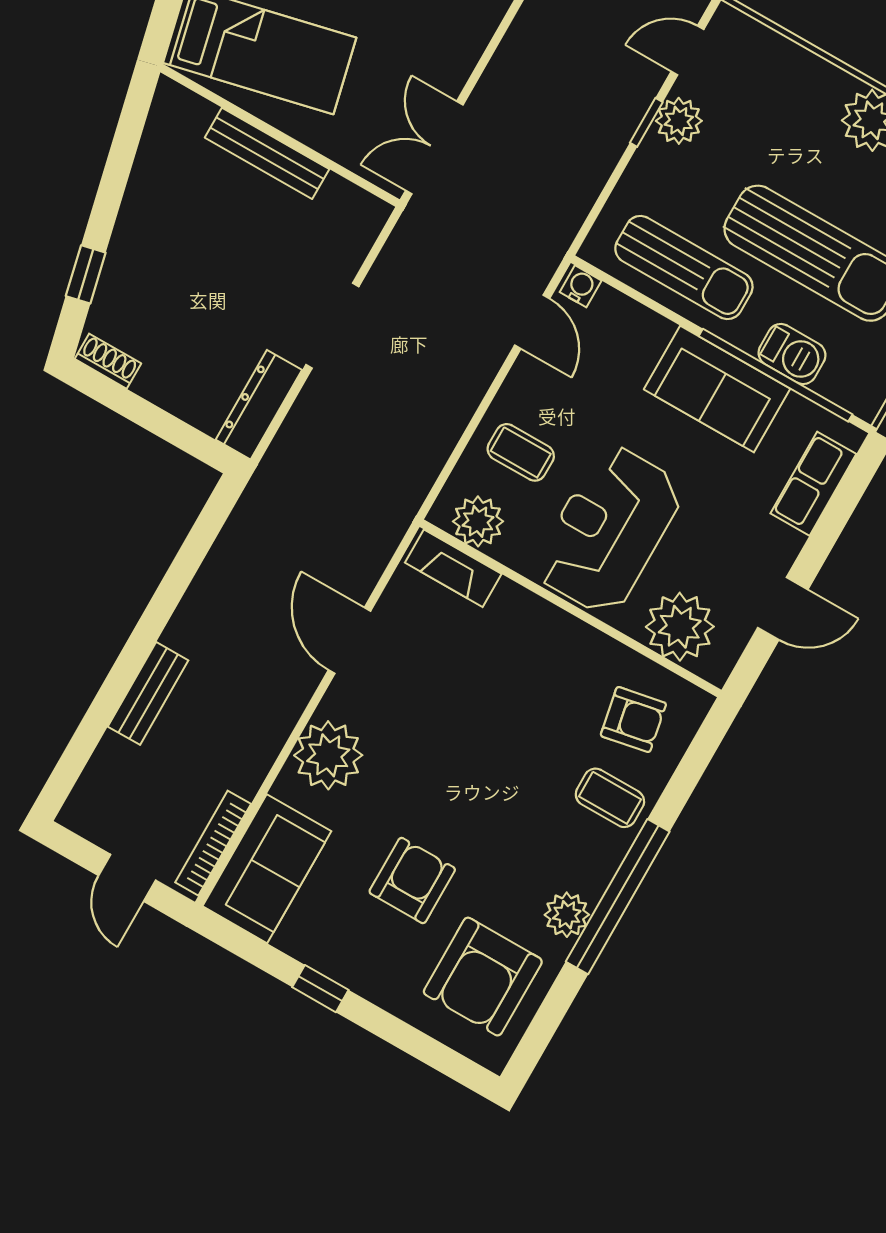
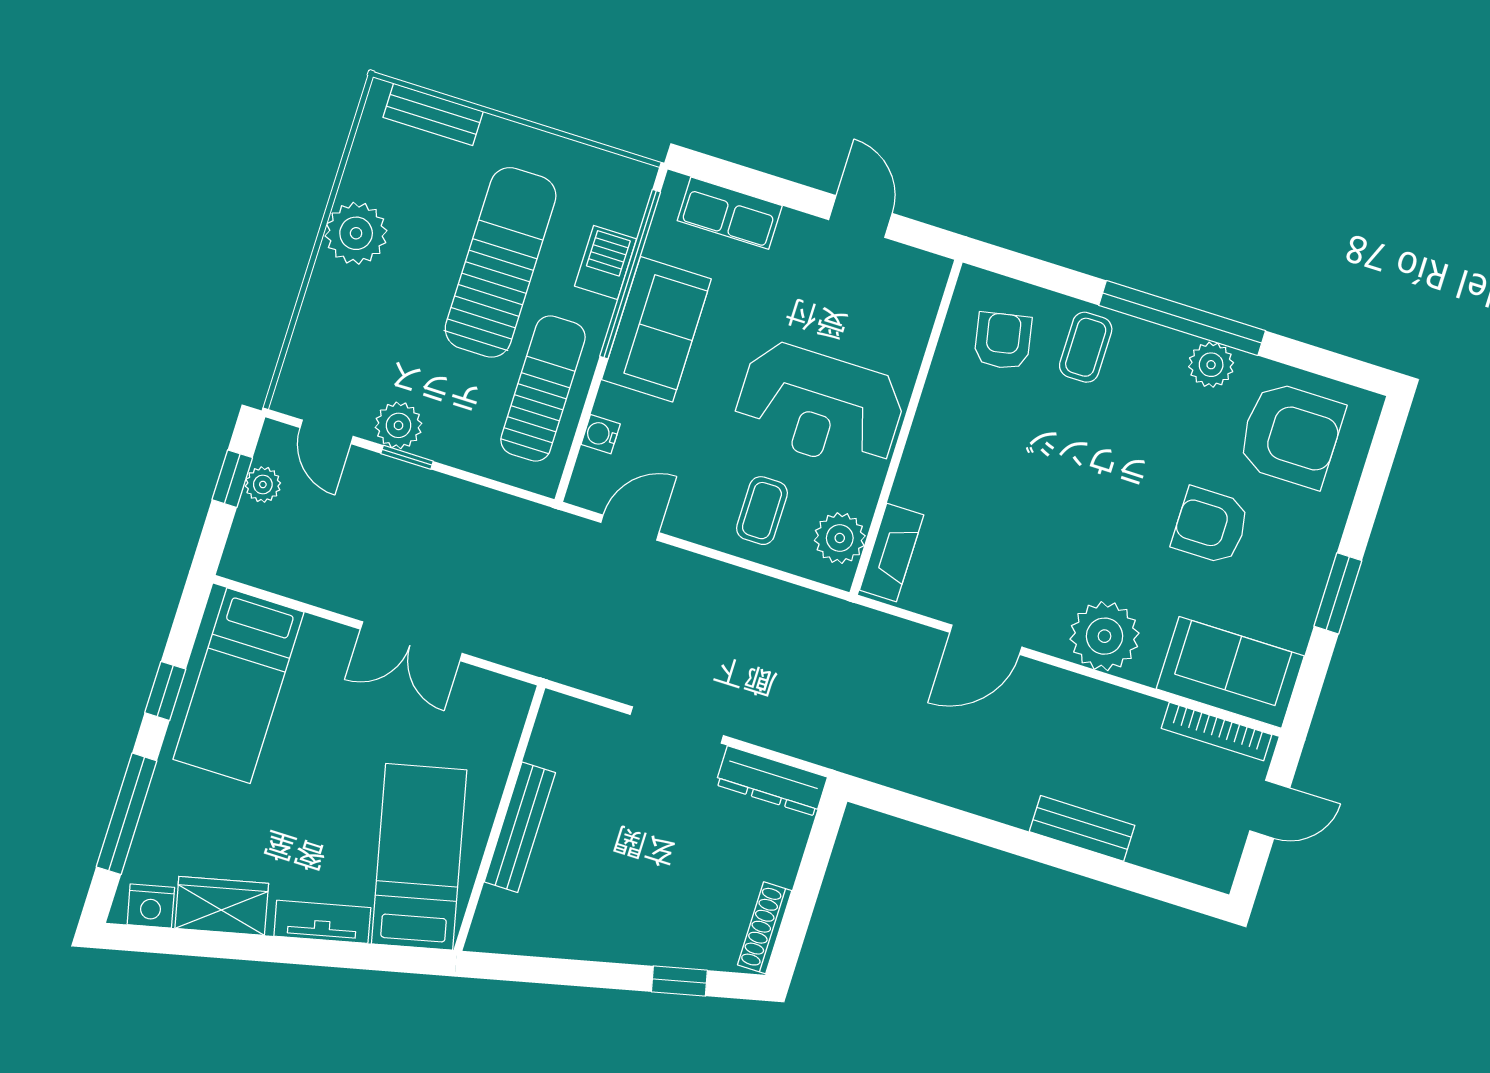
double door: (434, 148) -> (411, 641), moved
water cooler: (581, 286) -> (601, 434), moved
shoe rack: (108, 361) -> (765, 928), width x1.43
plant: (680, 627) -> (901, 315), removed
window: (320, 989) -> (1338, 593), width x1.50

